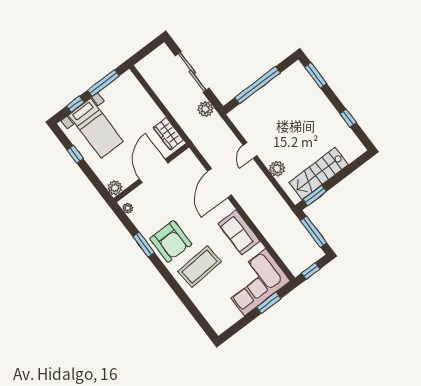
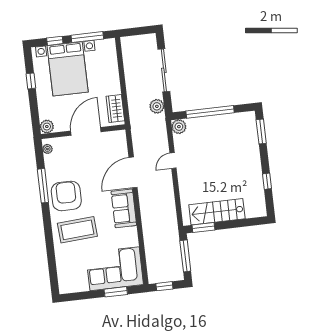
bed with nightstands: (96, 128) -> (68, 69), width x1.36
plant: (277, 169) -> (179, 127), moved
sofa: (239, 232) -> (124, 208), moved
armchair: (171, 241) -> (66, 196), turned 180
window: (144, 245) -> (43, 186), width x1.44

